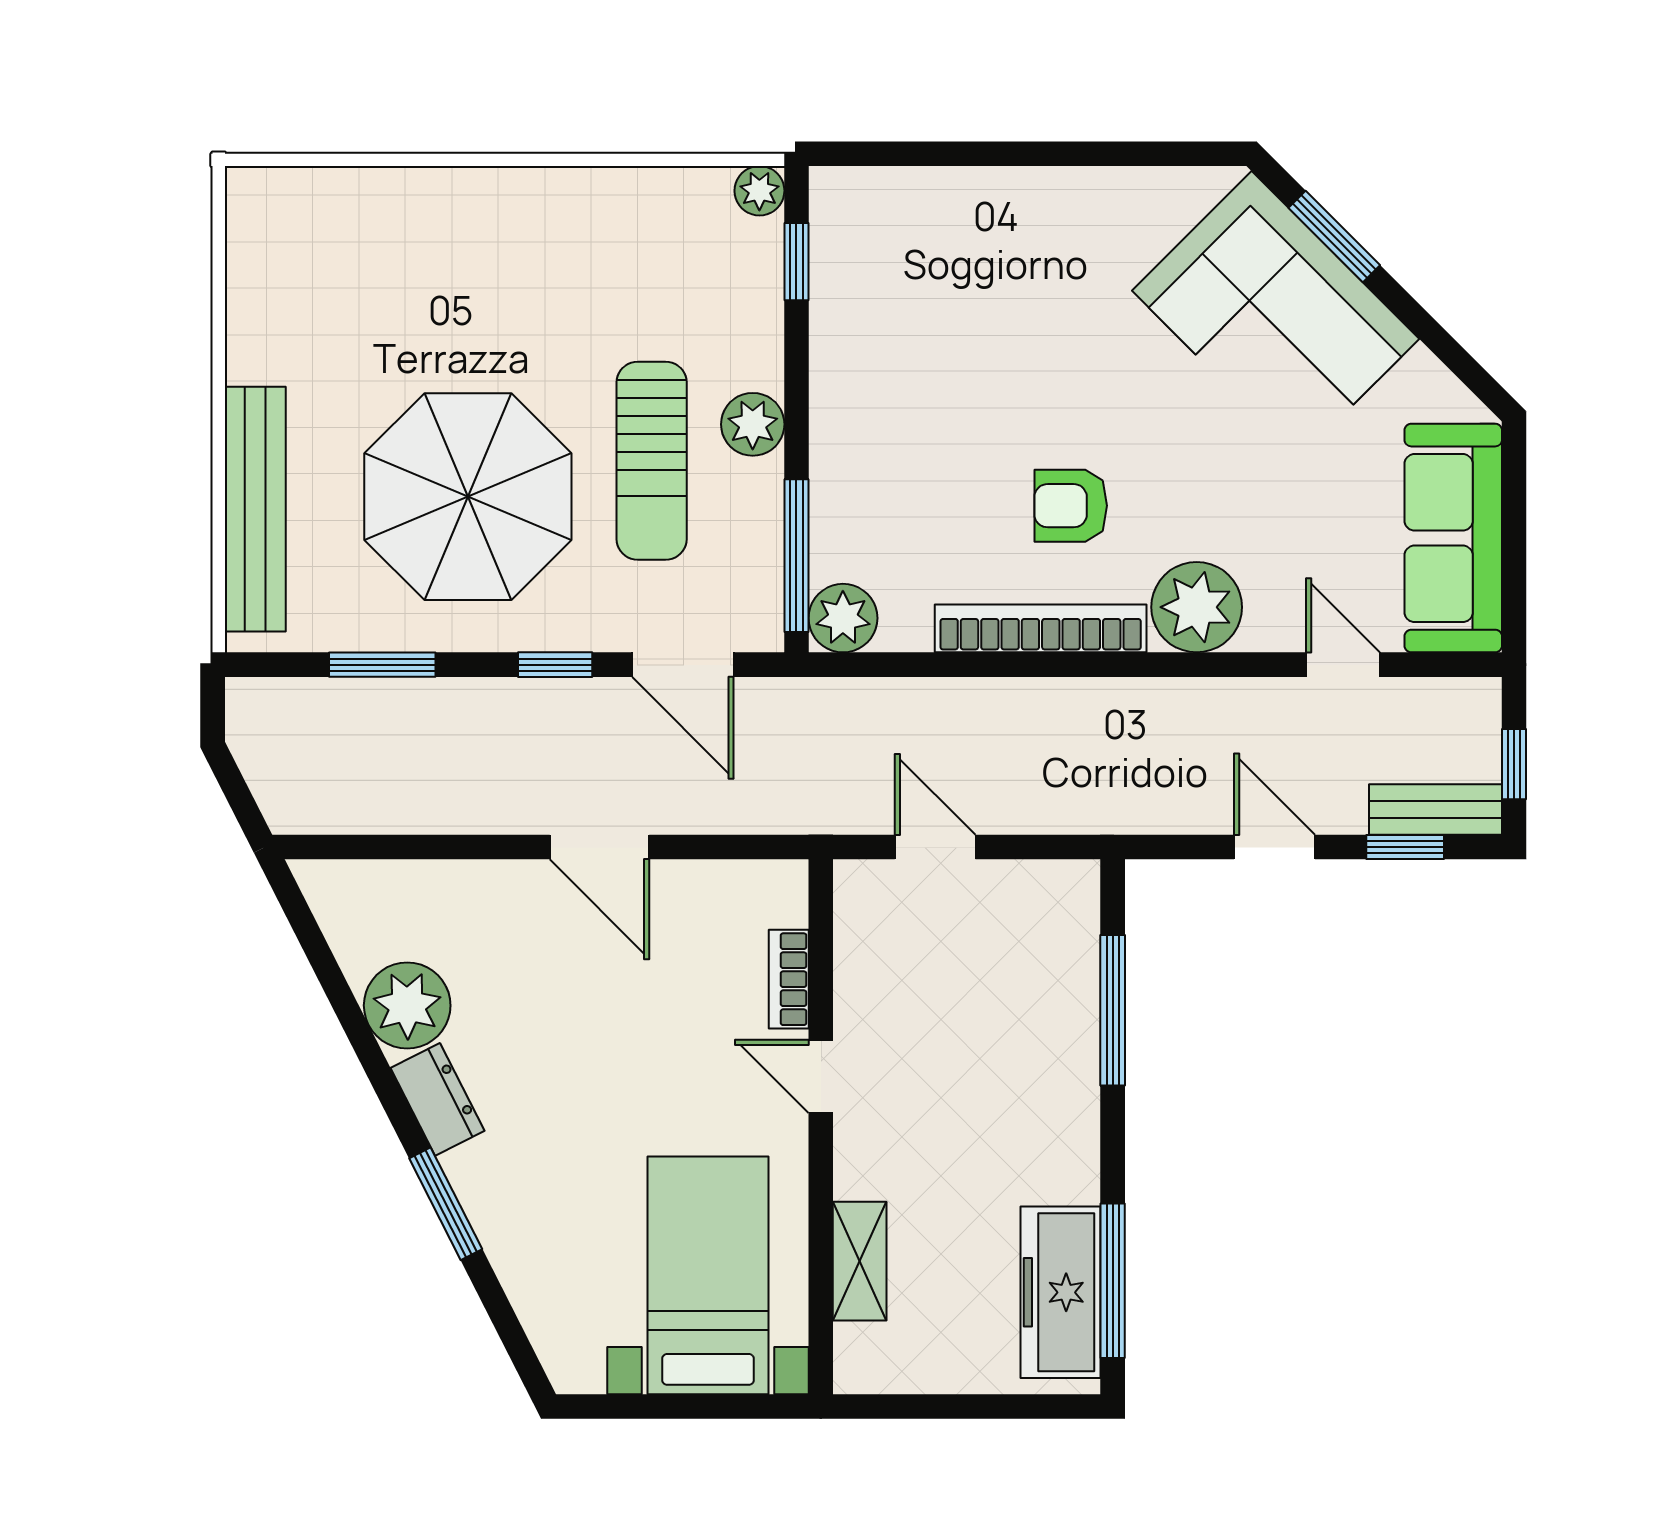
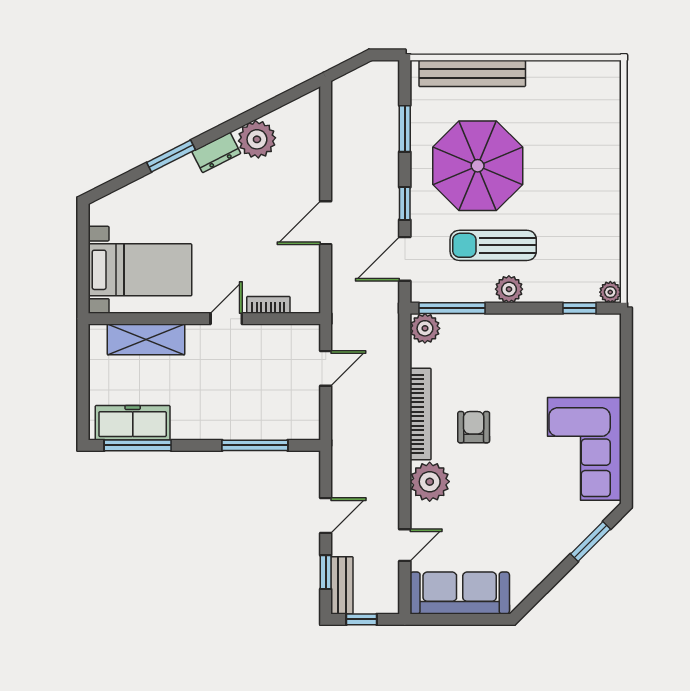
corner sofa: (1276, 315) -> (584, 449), moved, turned -45
shelving: (860, 1261) -> (146, 339), width x1.50, depth x1.33

